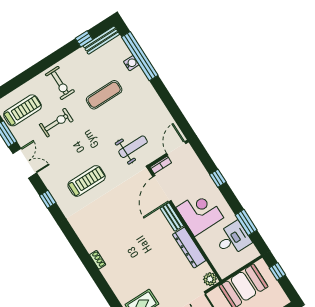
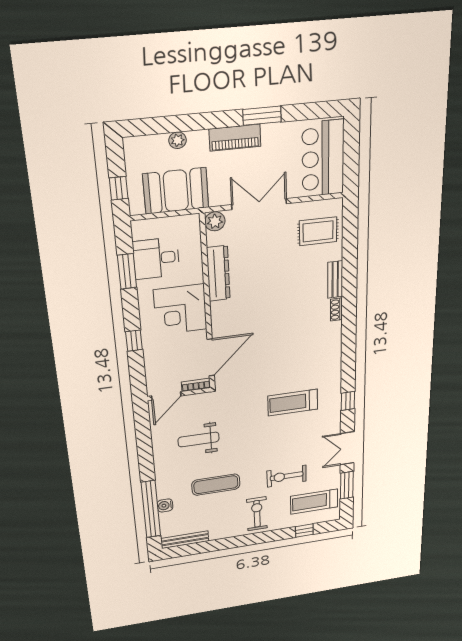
window: (84, 39) -> (304, 531), moved
weight bench: (133, 147) -> (199, 439), moved
bench: (172, 217) -> (335, 279), moved

